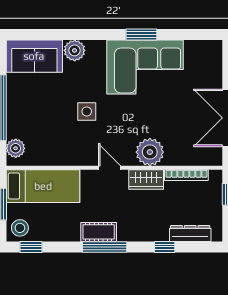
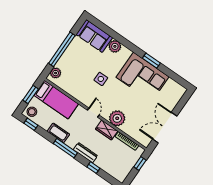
cot: (99, 232) -> (58, 133), moved
dresser: (190, 233) -> (85, 153), moved

